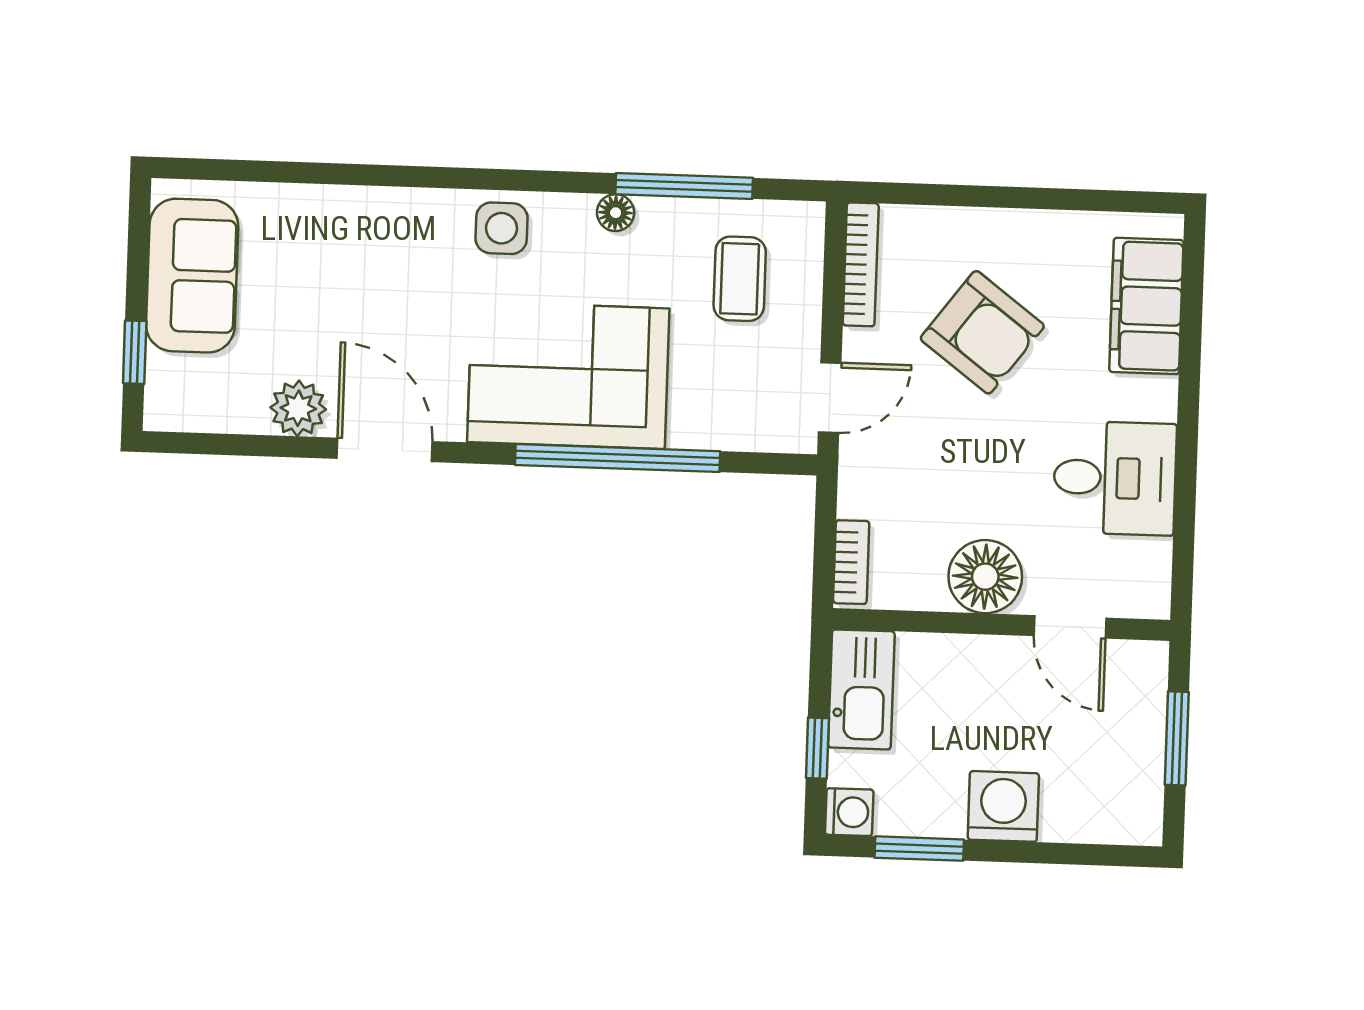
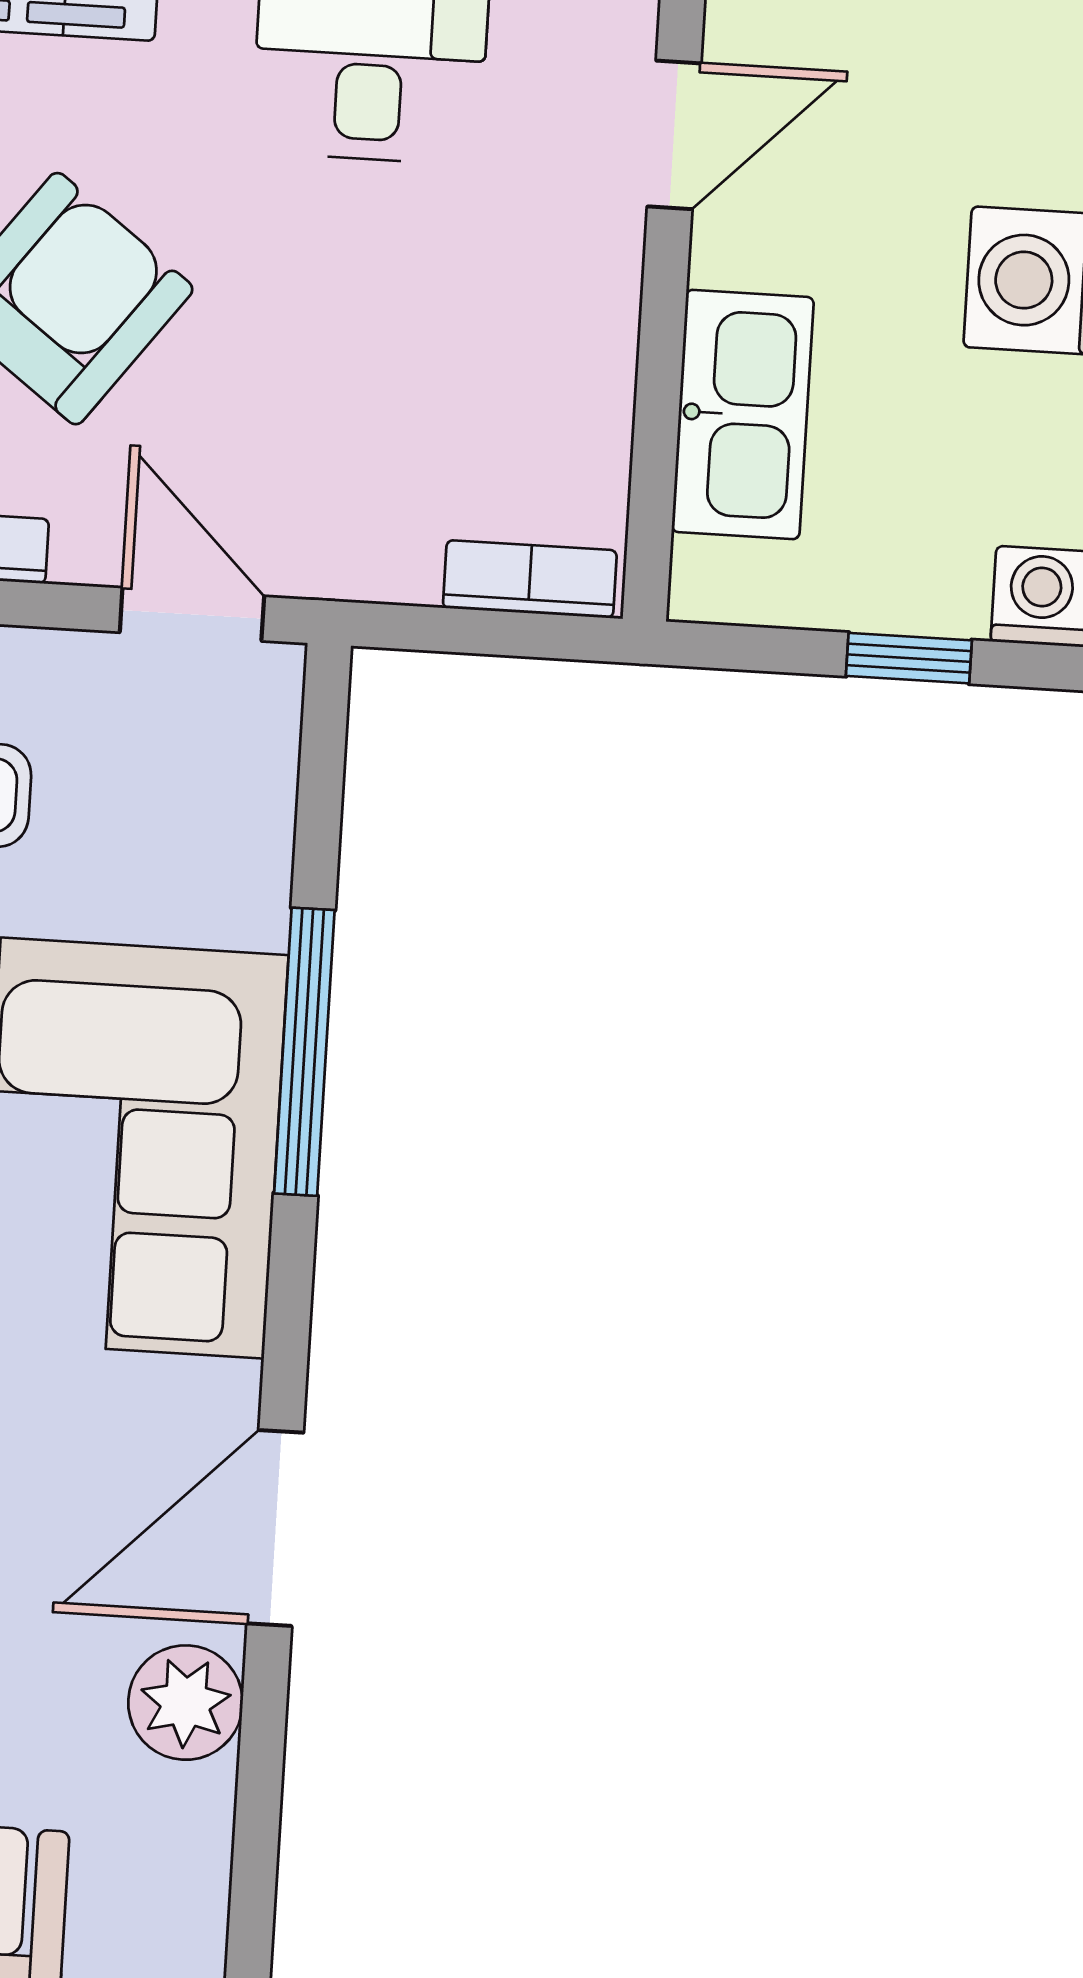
window: (618, 458) -> (304, 1052), width x0.68
floor lamp: (985, 577) -> (567, 306), removed
kitchen sink: (861, 689) -> (743, 415), moved, turned 90

